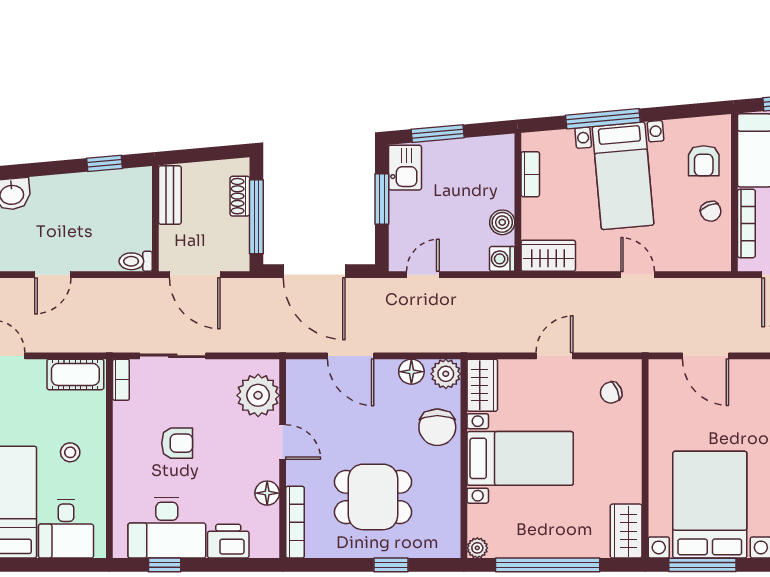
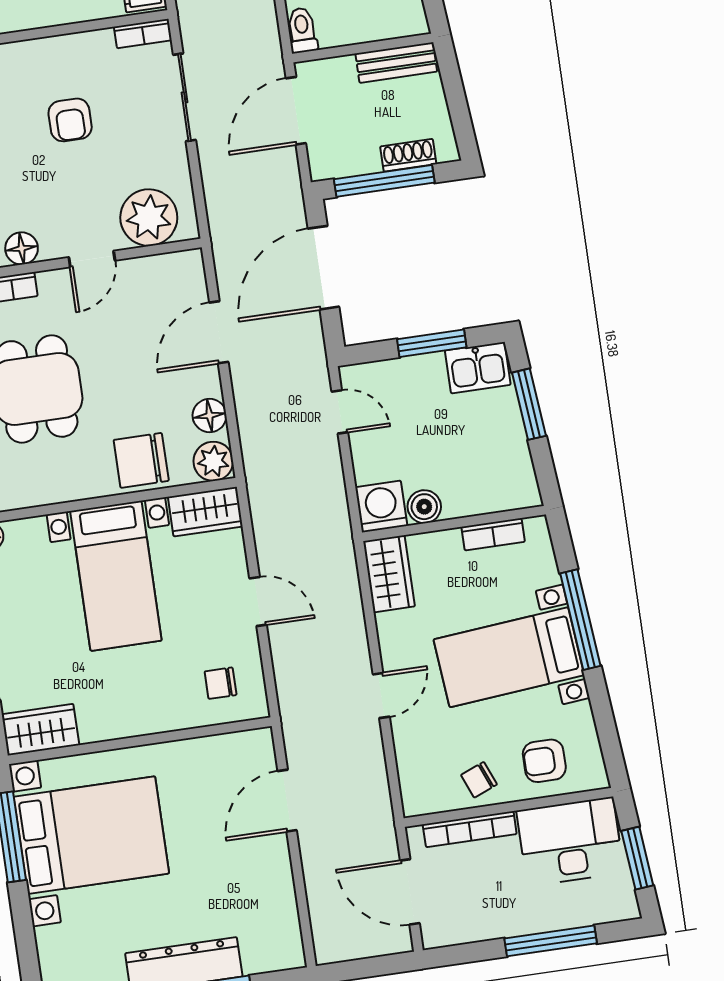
washing machine: (502, 259) -> (381, 506), width x1.38, depth x1.38
chair: (611, 393) -> (220, 683), turned -67

